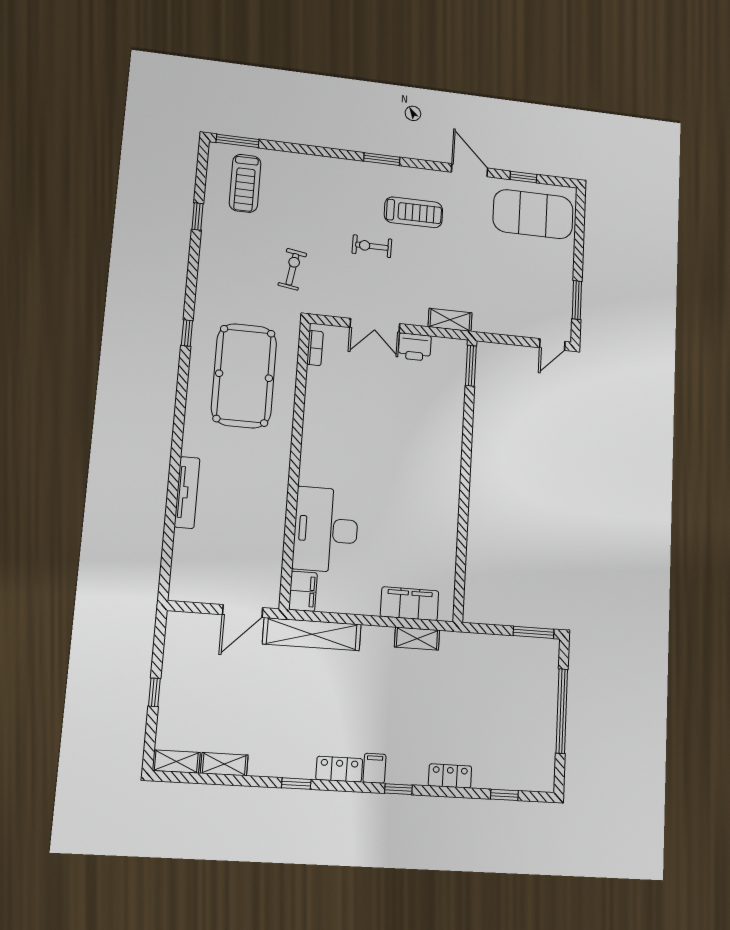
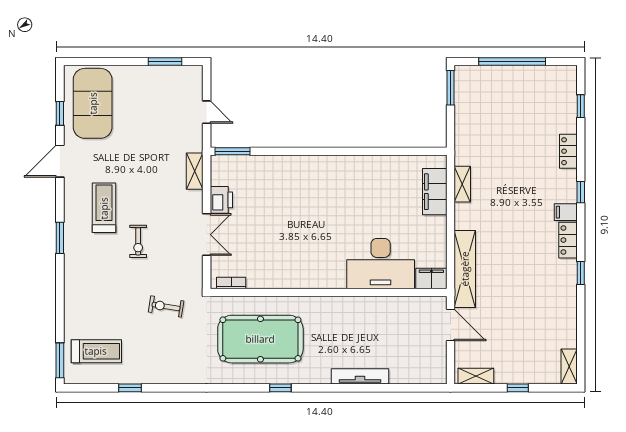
window: (187, 333) -> (280, 388), moved
door: (552, 344) -> (207, 112), moved
shelving: (224, 764) -> (476, 376), moved, turned 90

